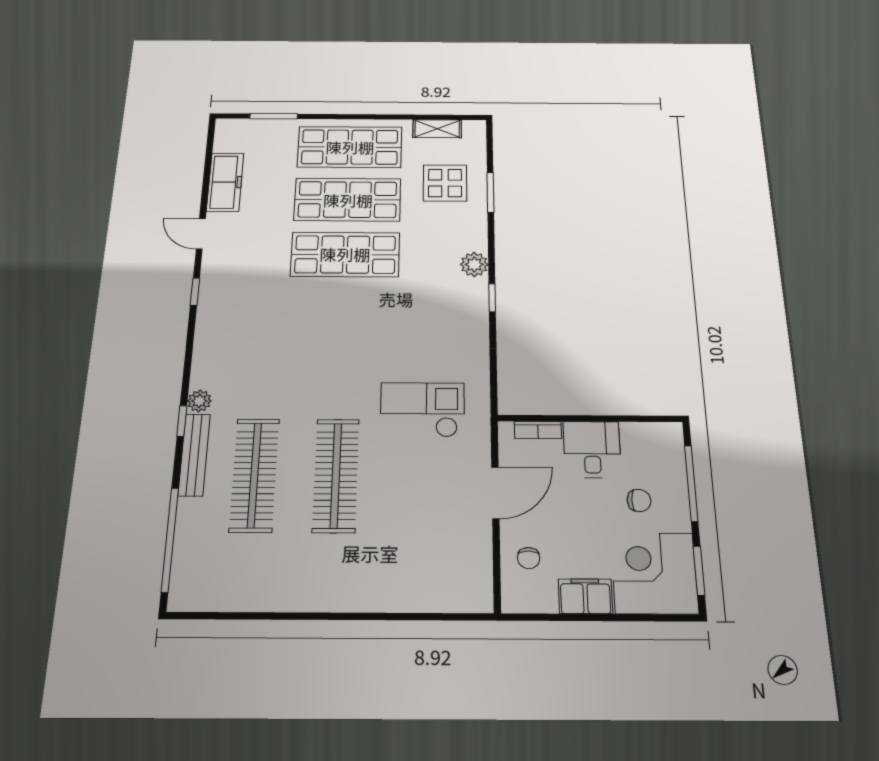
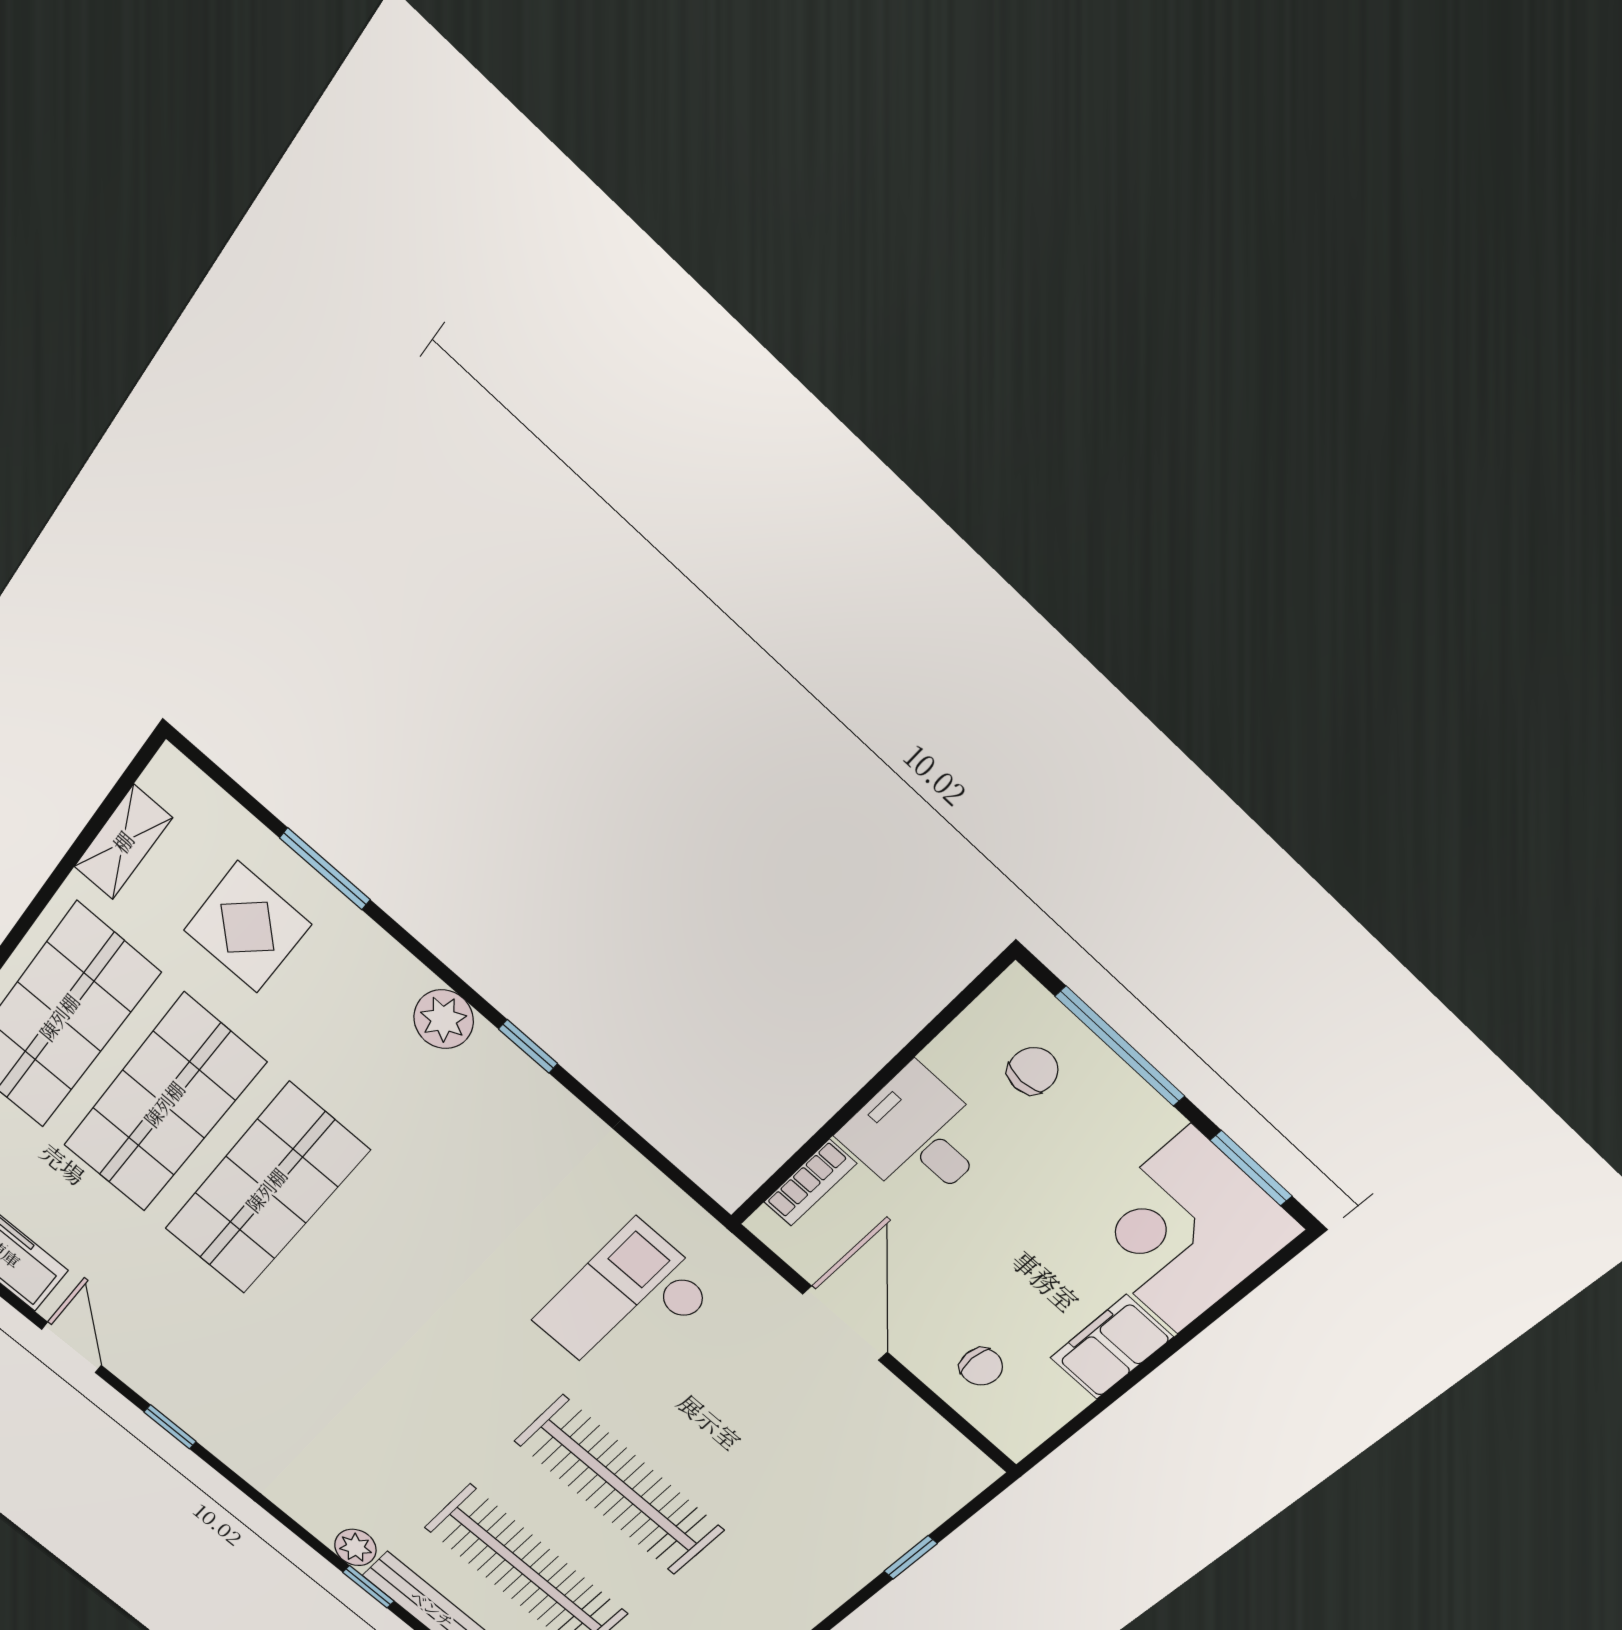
door: (201, 234) -> (71, 1347), swing flipped
chair: (639, 500) -> (1033, 1071), moved
window: (416, 617) -> (911, 1557), added

